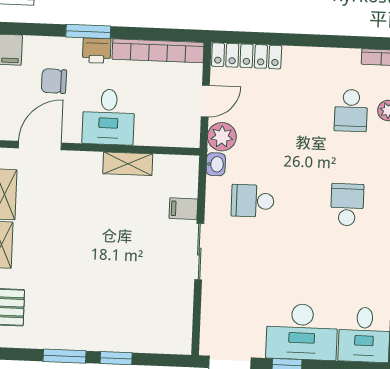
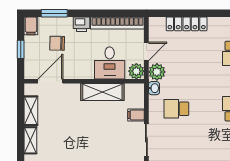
window: (88, 32) -> (54, 13), moved
locker: (247, 56) -> (187, 24), moved
desk: (108, 117) -> (110, 63), moved
plant: (187, 134) -> (136, 71), added
shelving: (128, 164) -> (102, 92), width x1.50, depth x1.33

